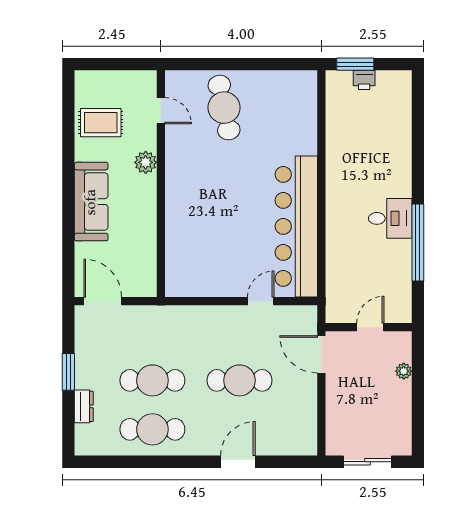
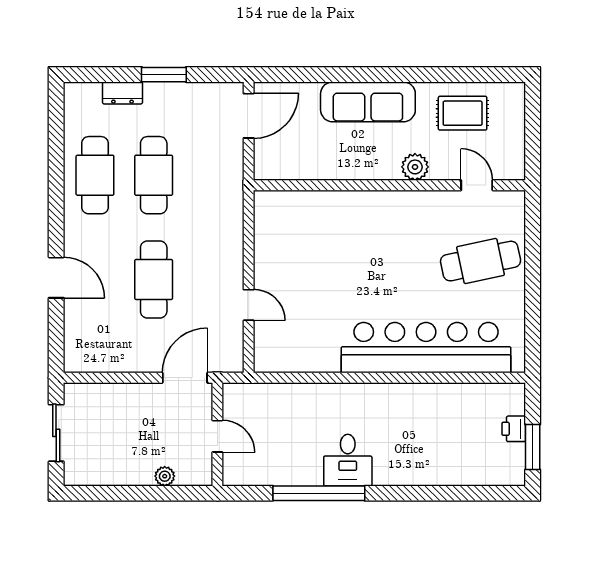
window: (355, 64) -> (533, 447), moved
door: (161, 111) -> (477, 185), swing flipped
rug: (101, 123) -> (463, 113), turned 90
bar counter: (296, 226) -> (426, 348), moved

